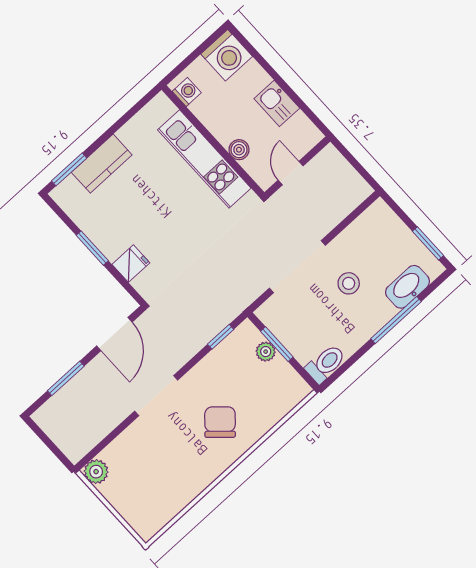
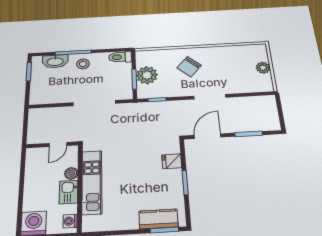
kitchen sink: (277, 103) -> (68, 192), moved, turned 180
kitchen counter: (102, 164) -> (158, 219), moved
stool: (349, 283) -> (83, 64), moved
plant: (266, 352) -> (147, 75), width x1.88, depth x1.88
plant: (96, 472) -> (263, 68), moved

